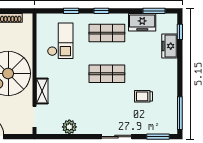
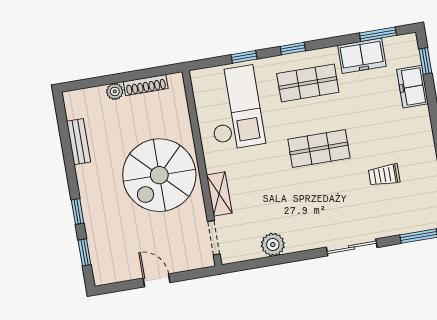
checkout: (60, 41) -> (235, 108), width x1.36, depth x1.21

